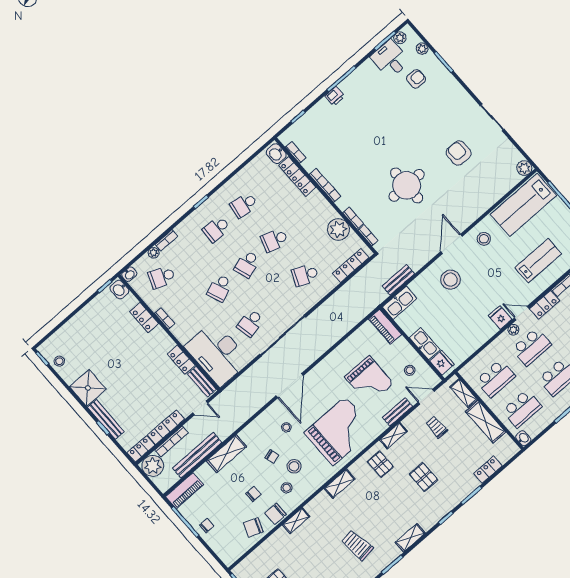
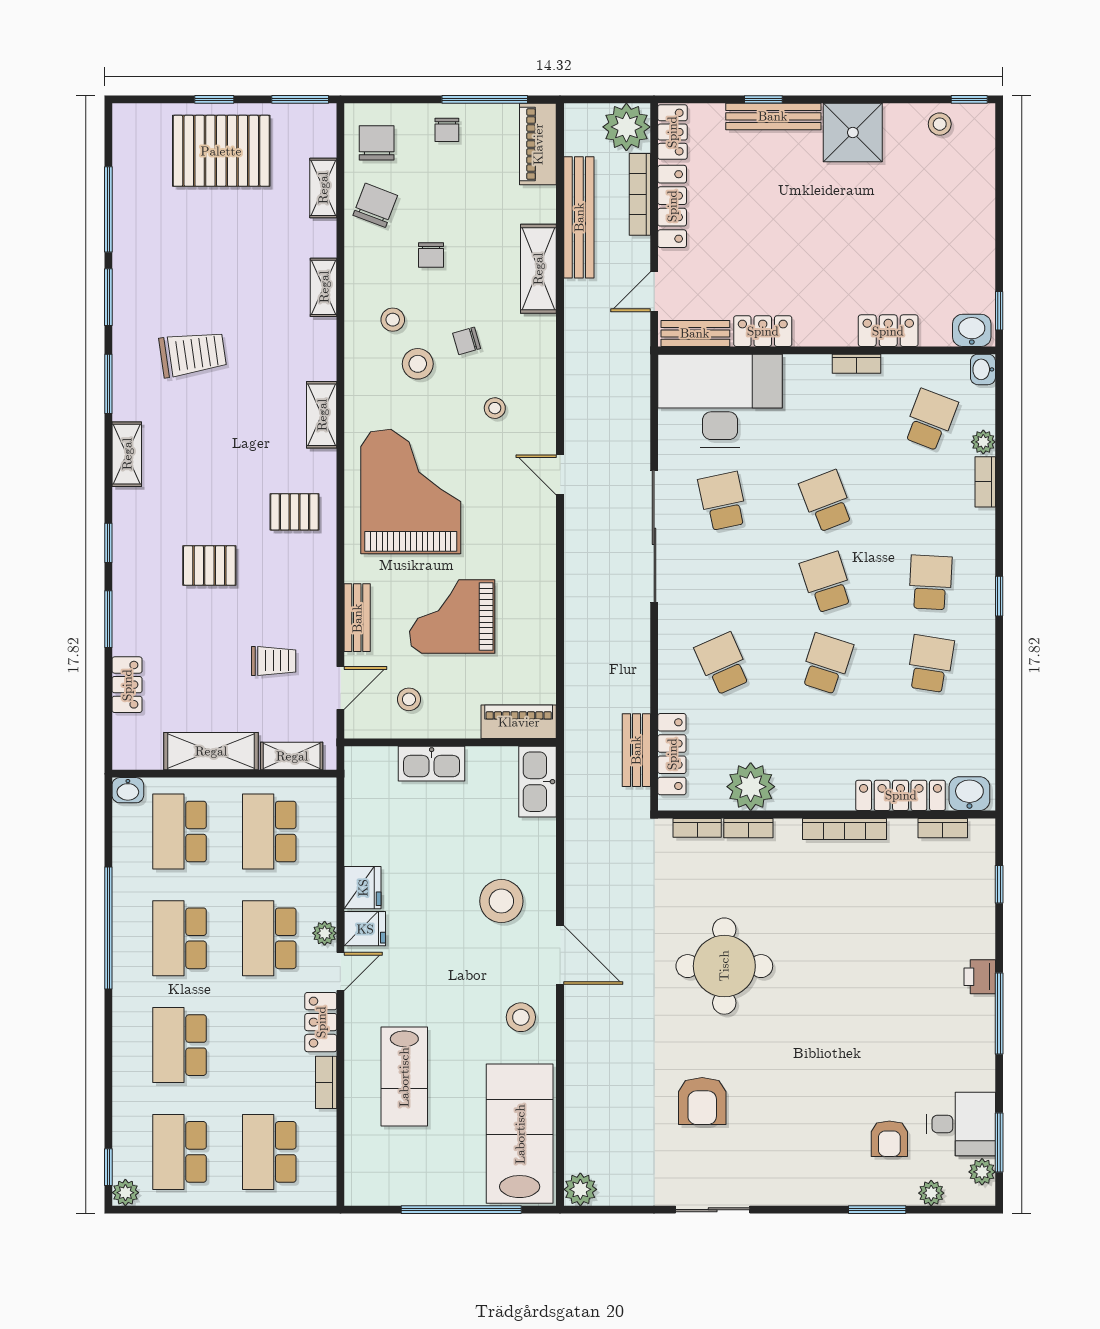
armchair: (459, 153) -> (702, 1101), turned 90
school desk: (305, 275) -> (723, 664), turned -48
bench: (398, 280) -> (636, 750), moved
fridge: (442, 363) -> (363, 888), moved, turned -90
door: (290, 386) -> (560, 475), width x0.53
grand piano: (339, 431) -> (411, 491), turned 180
shelving: (393, 436) -> (323, 188), moved
chair: (276, 514) -> (377, 143), moved

